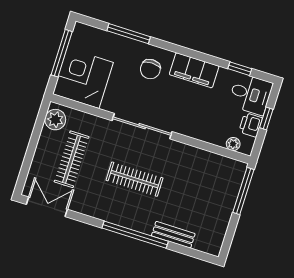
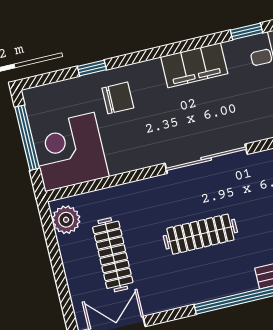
window: (129, 34) -> (92, 68), width x0.46
chair: (150, 69) -> (118, 98), moved, turned -90
sliding door: (142, 126) -> (206, 159), moved

